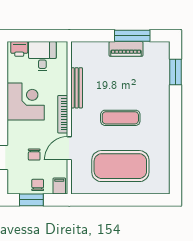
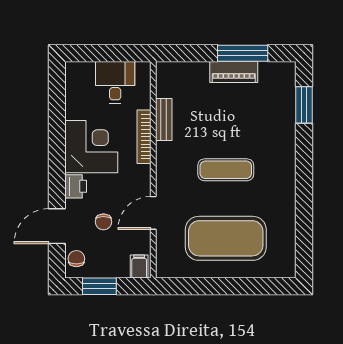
printer: (19, 49) -> (76, 186), moved, turned -90
bench: (77, 88) -> (164, 120), width x0.73
bookcase: (63, 114) -> (144, 137), moved
chair: (38, 185) -> (76, 259), moved

